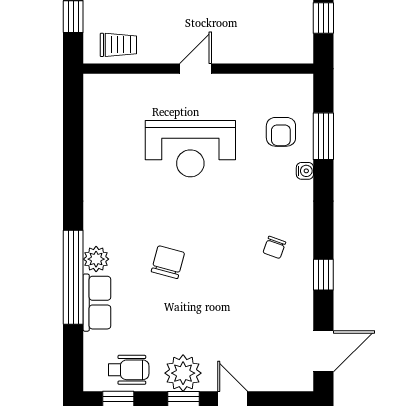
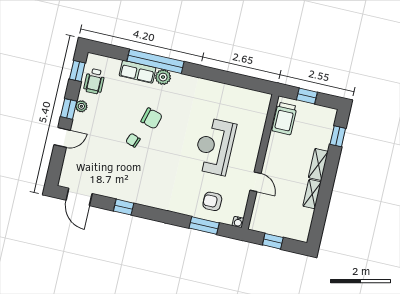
trolley: (118, 45) -> (284, 119), width x1.36, depth x1.39
door: (195, 69) -> (256, 182), moved
water cooler: (305, 171) -> (238, 222), moved
chair: (274, 247) -> (133, 140), moved
plant: (183, 373) -> (81, 106), width x0.53, depth x0.53

